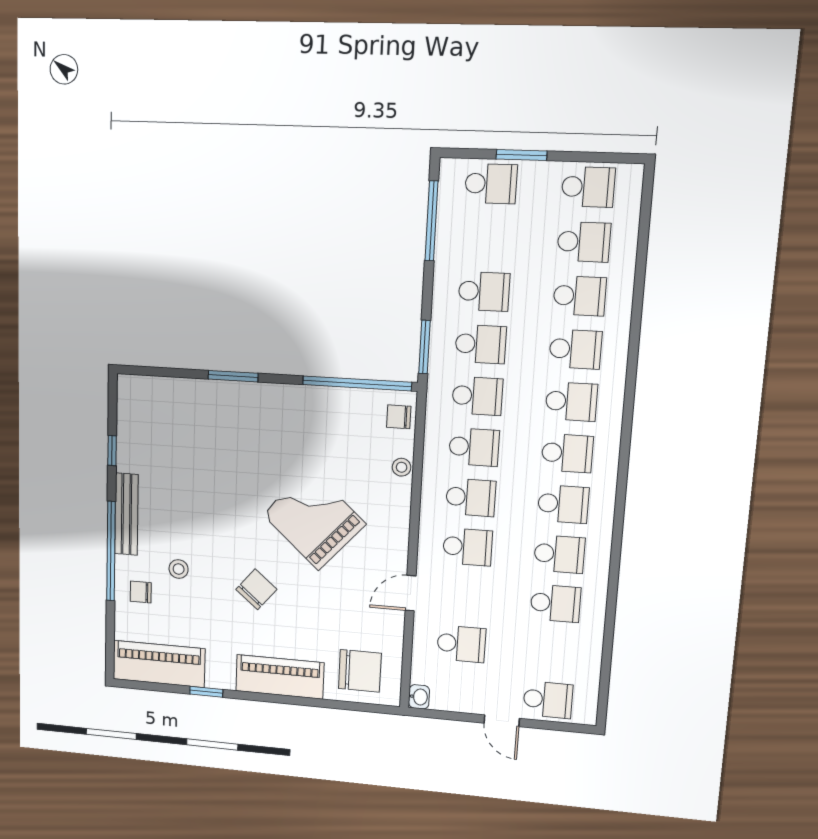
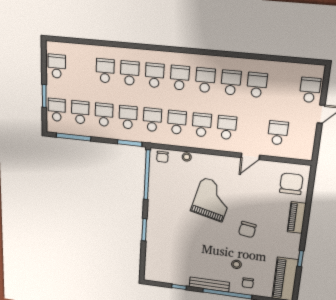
school desk: (584, 242) -> (80, 112), moved
grand piano: (314, 519) -> (212, 200), turned 152
chair: (256, 589) -> (247, 230), turned -121
door: (411, 593) -> (250, 156), hinge flipped
piano: (280, 677) -> (297, 218), width x0.73, depth x0.75
washbasin: (419, 697) -> (306, 155), removed

